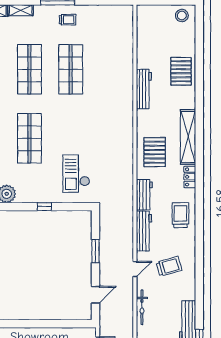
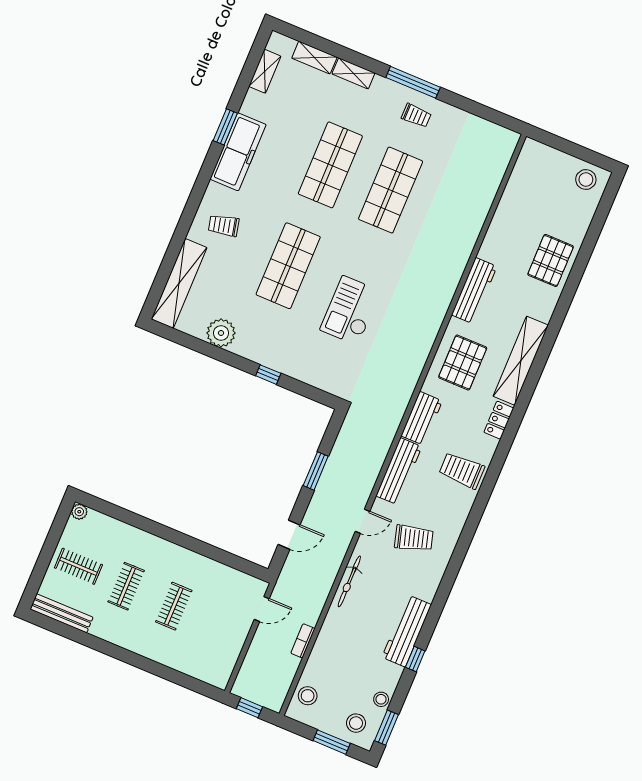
workbench: (144, 89) -> (474, 291), moved
checkout: (76, 174) -> (350, 310), moved
trolley: (180, 215) -> (462, 470), turned -90

